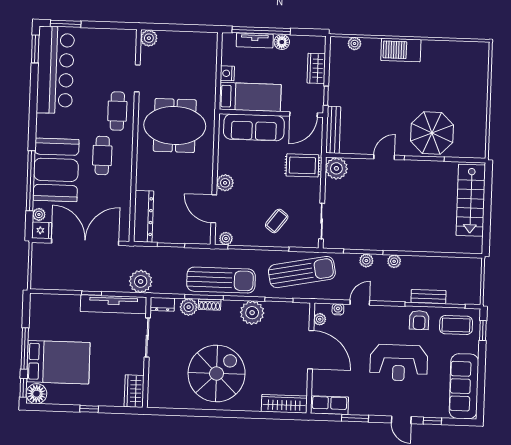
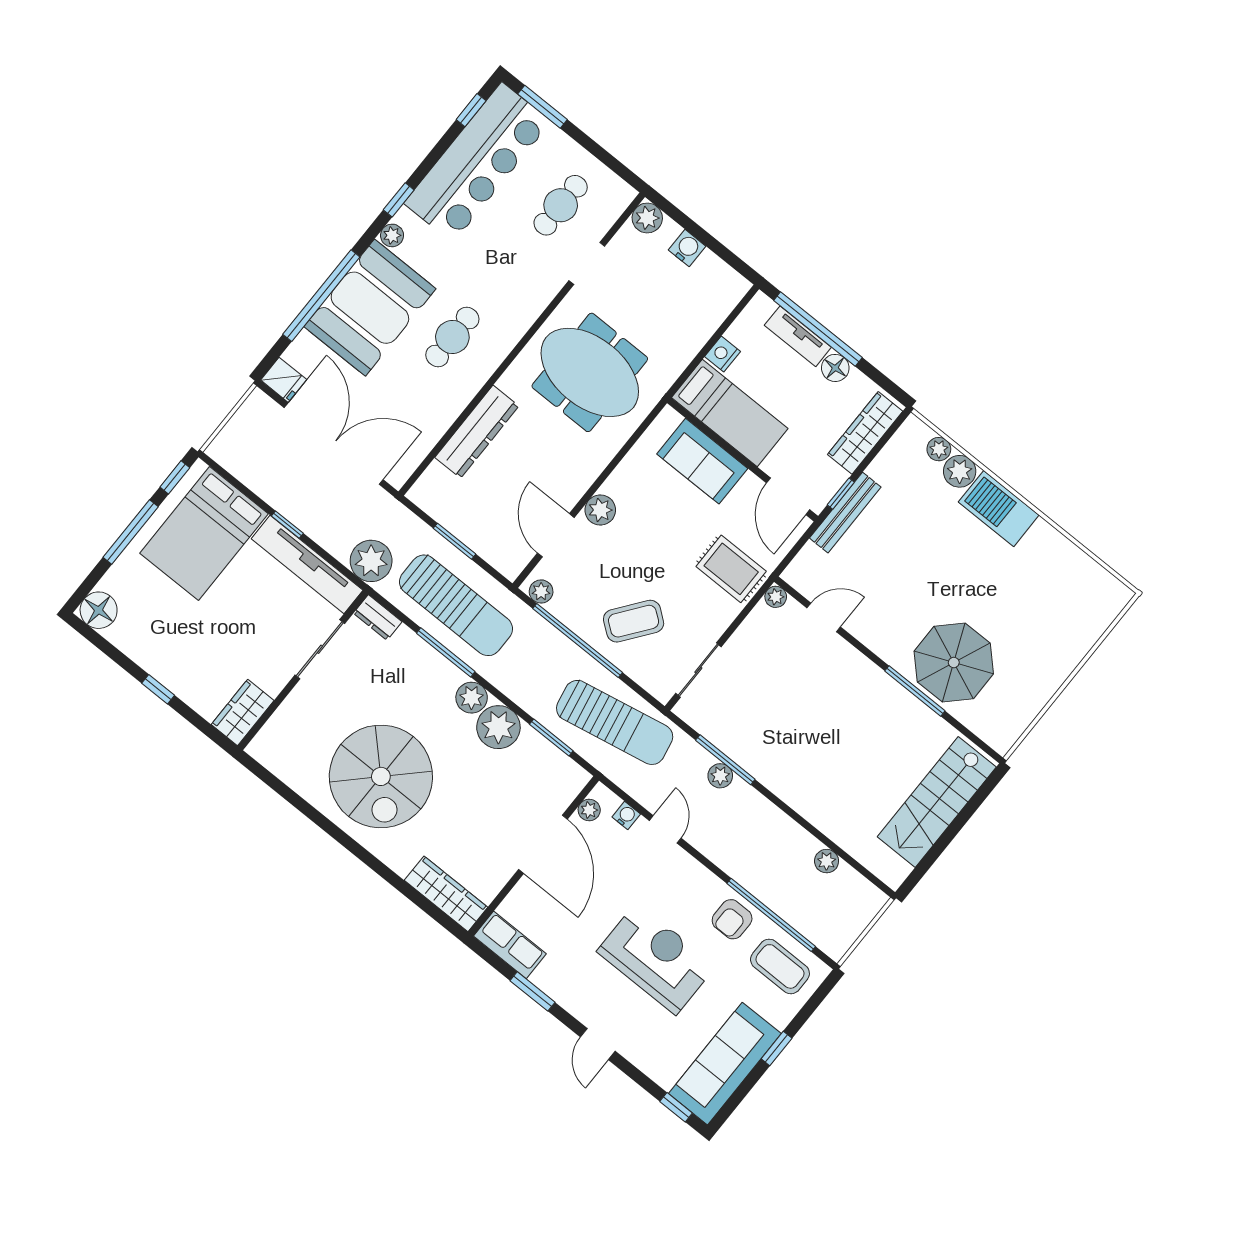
water cooler: (176, 38) -> (687, 248), added
plant: (371, 46) -> (960, 471), added
window: (35, 49) -> (471, 110), width x0.67
wardrobe: (316, 68) -> (865, 433), width x1.50
cafe table: (117, 111) -> (561, 205), moved
window: (33, 113) -> (399, 200), added
door: (304, 114) -> (788, 496), hinge flipped
sofa: (254, 127) -> (702, 461), width x0.73
bench: (333, 130) -> (845, 513), moved
door: (384, 157) -> (824, 617), moved
plant: (336, 168) -> (776, 597), width x0.53, depth x0.53
plant: (39, 214) -> (392, 235), moved
dresser: (144, 216) -> (477, 432), moved
coffee table: (277, 221) -> (634, 621), width x1.36, depth x1.30
plant: (394, 261) -> (827, 861), moved
sun lounger: (221, 280) -> (456, 605), moved
bench: (429, 296) -> (771, 895), removed
door: (360, 303) -> (665, 829), hinge flipped
shoe rack: (210, 305) -> (446, 669), removed
plant: (189, 307) -> (472, 698), moved
window: (483, 331) -> (777, 1048), moved
bed: (58, 362) -> (204, 534), moved, turned 90
reception desk: (399, 363) -> (656, 959), turned 180
spiral stairs: (217, 374) -> (381, 776), turned 90
window: (23, 388) -> (175, 477), moved
window: (432, 421) -> (676, 1107), moved

